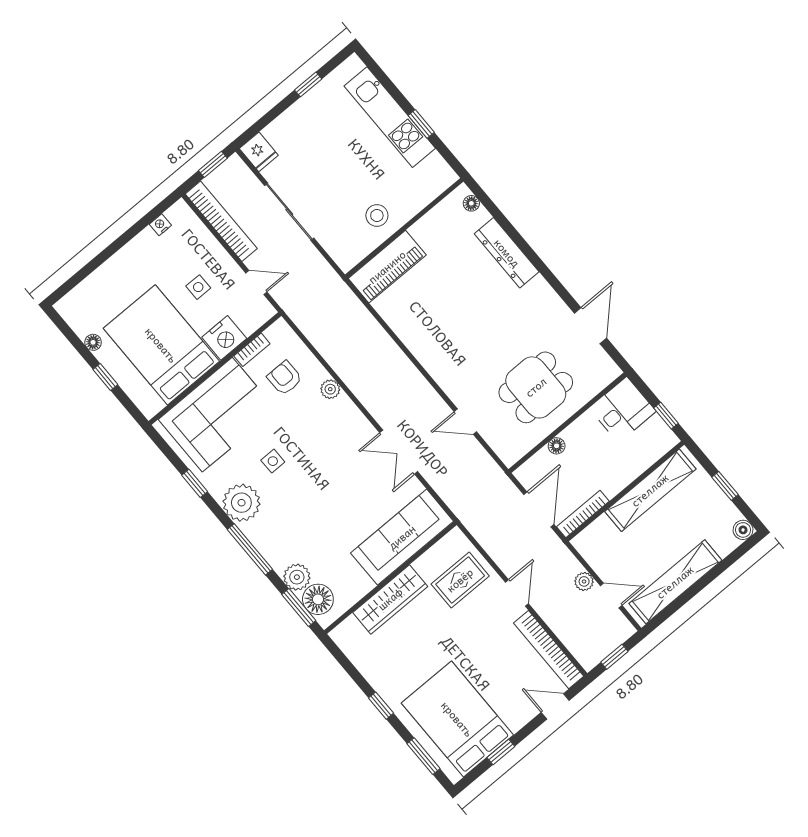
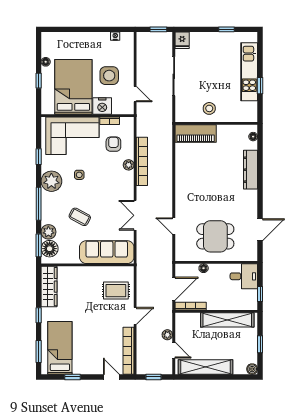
bookcase: (221, 221) -> (142, 161), moved
side table: (198, 287) -> (109, 76), width x1.87, depth x1.87
coffee table: (323, 519) -> (80, 217), added
wardrobe: (390, 599) -> (49, 287), moved, turned -90
bed: (457, 719) -> (60, 348), width x0.67

